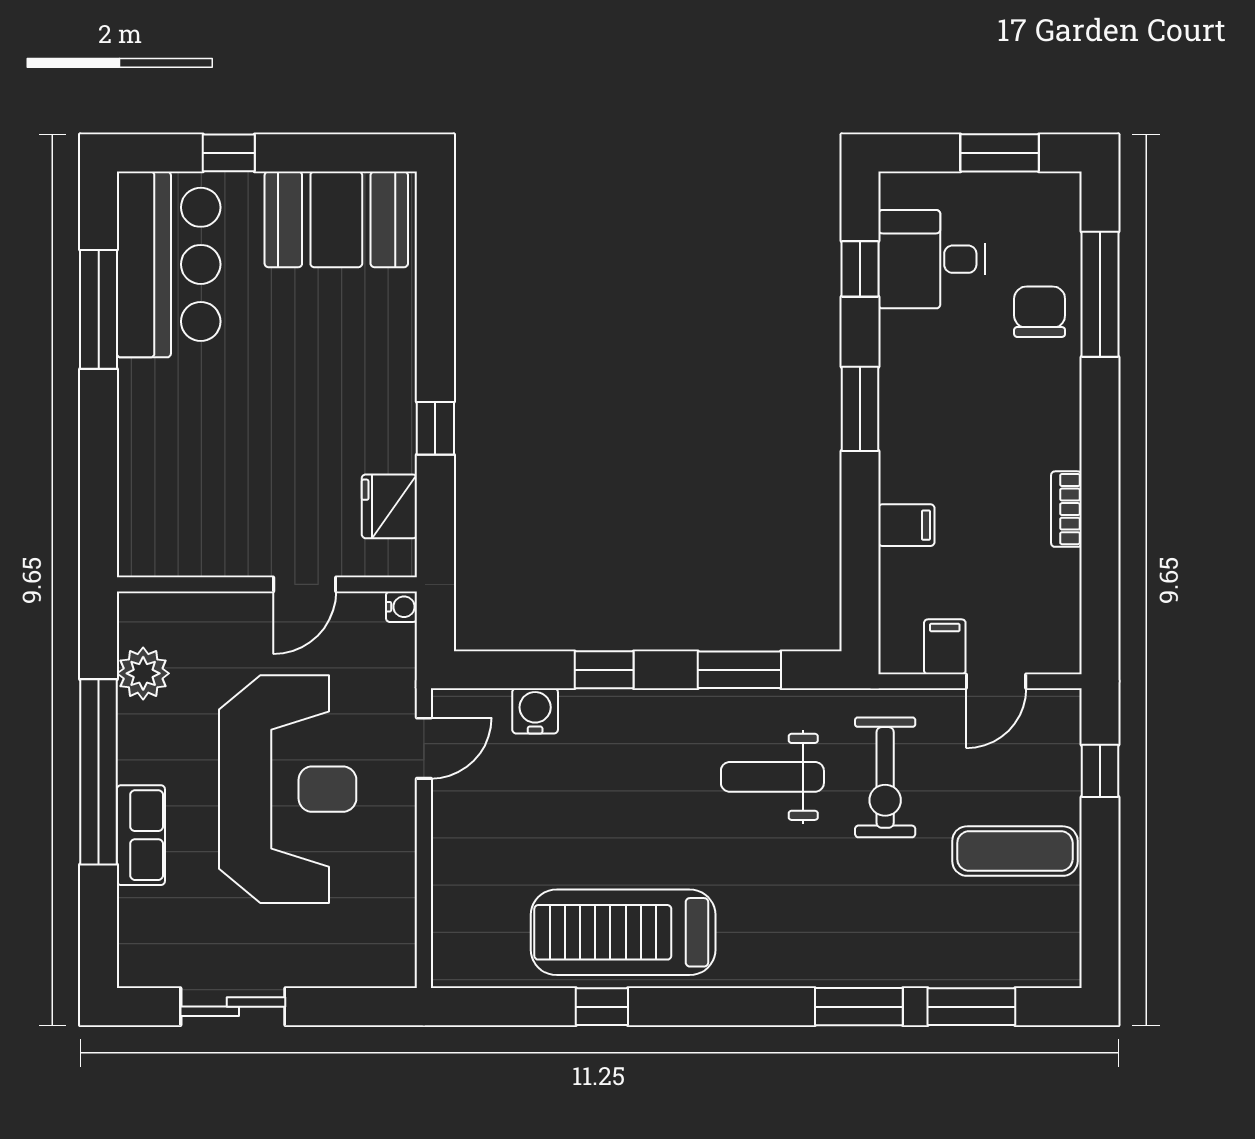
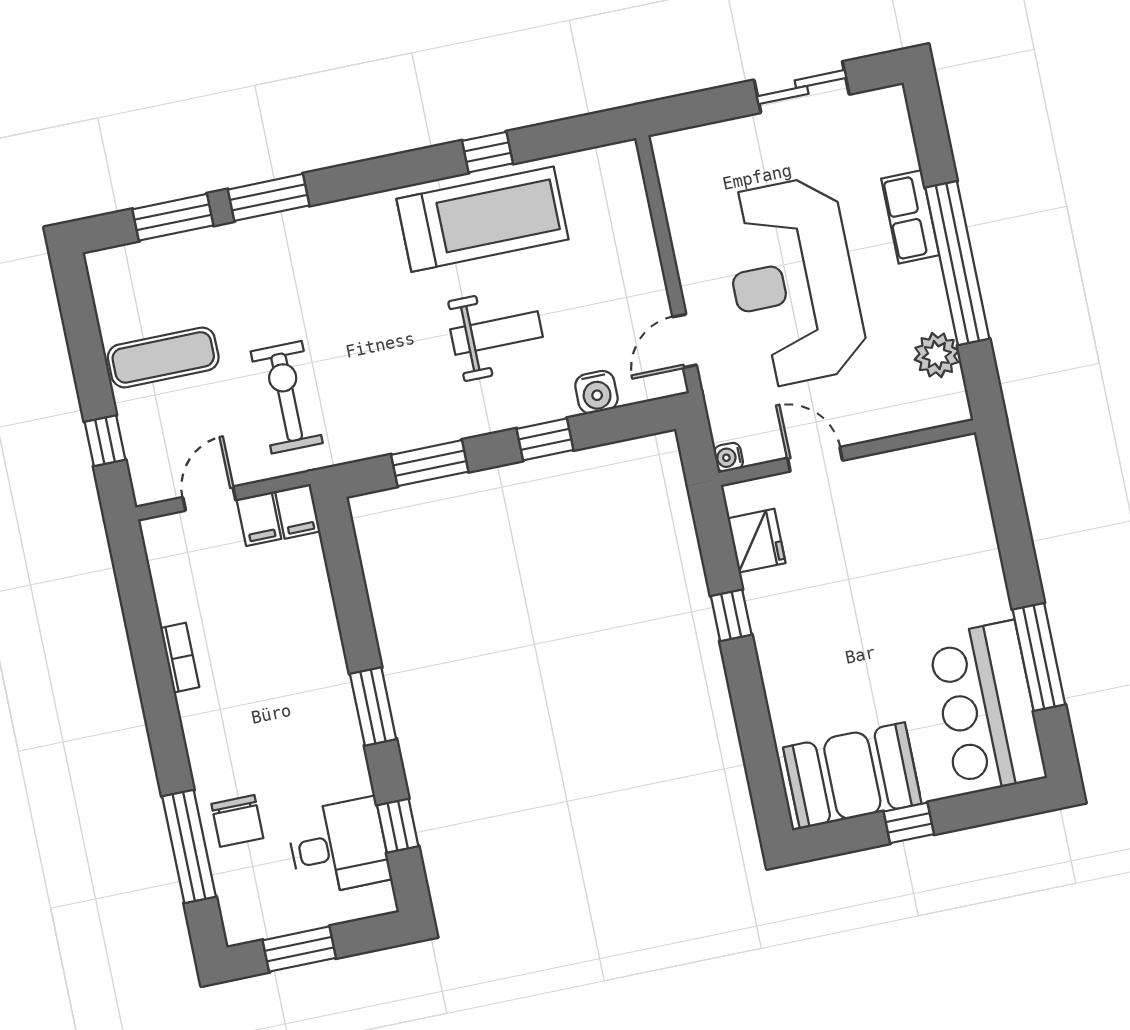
window: (229, 153) -> (909, 823), moved
filing cabinet: (906, 525) -> (298, 511), moved, turned -90
door: (305, 584) -> (815, 459), hinge flipped
weight bench: (772, 777) -> (497, 333), moved

